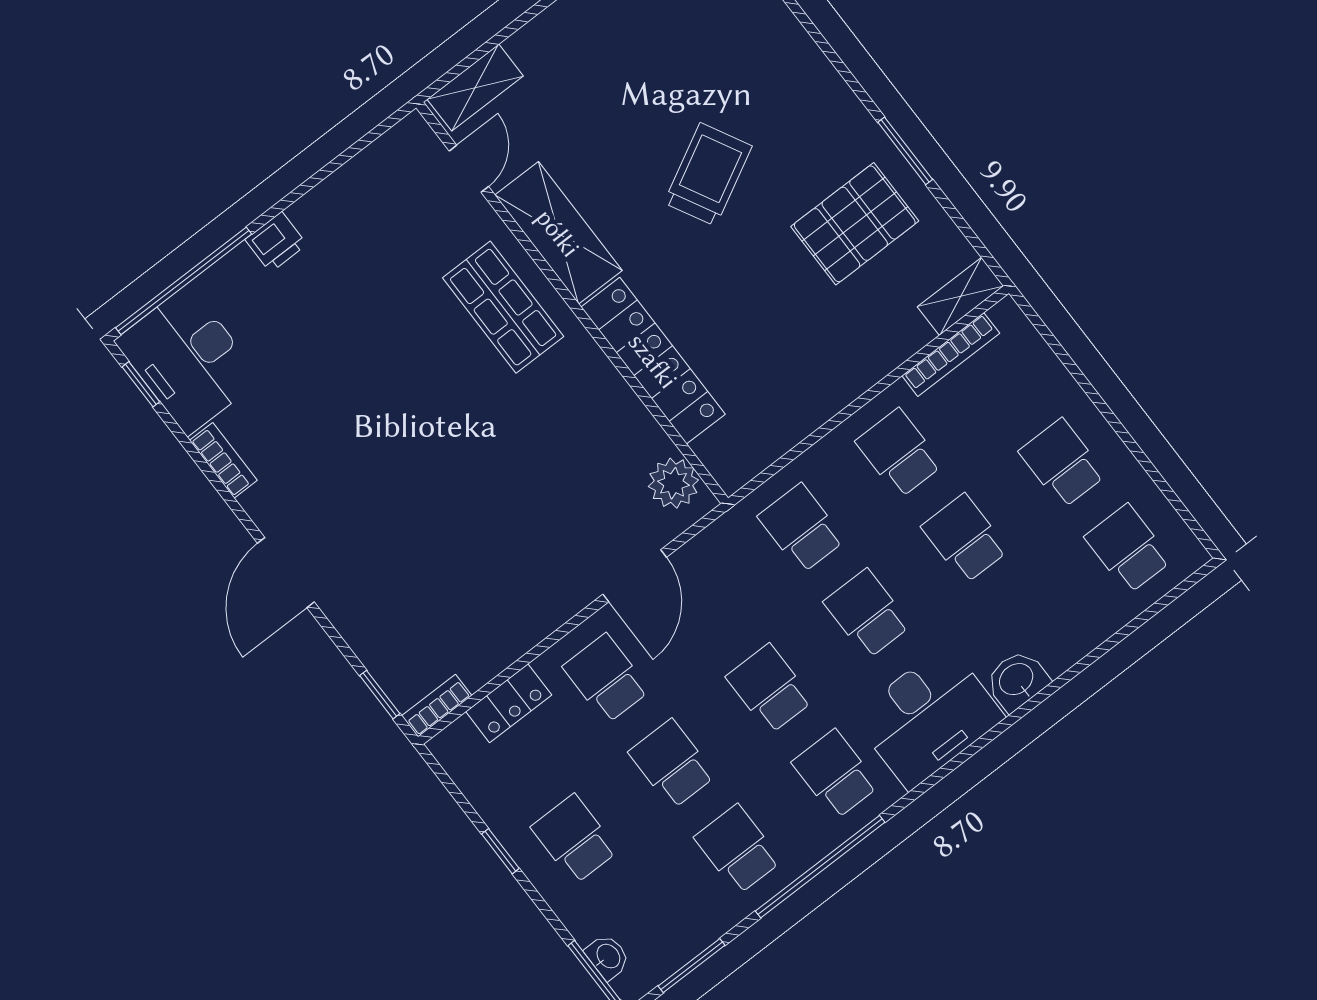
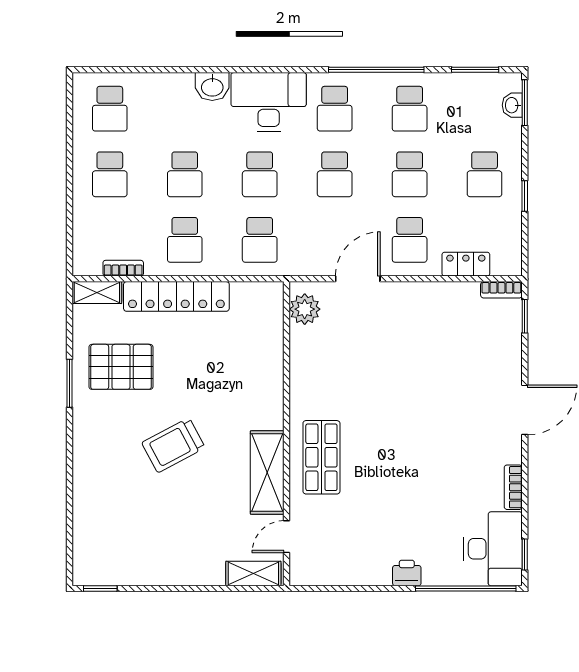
bookcase: (951, 355) -> (123, 268), width x0.64
locker: (653, 361) -> (176, 296), moved, turned -90

